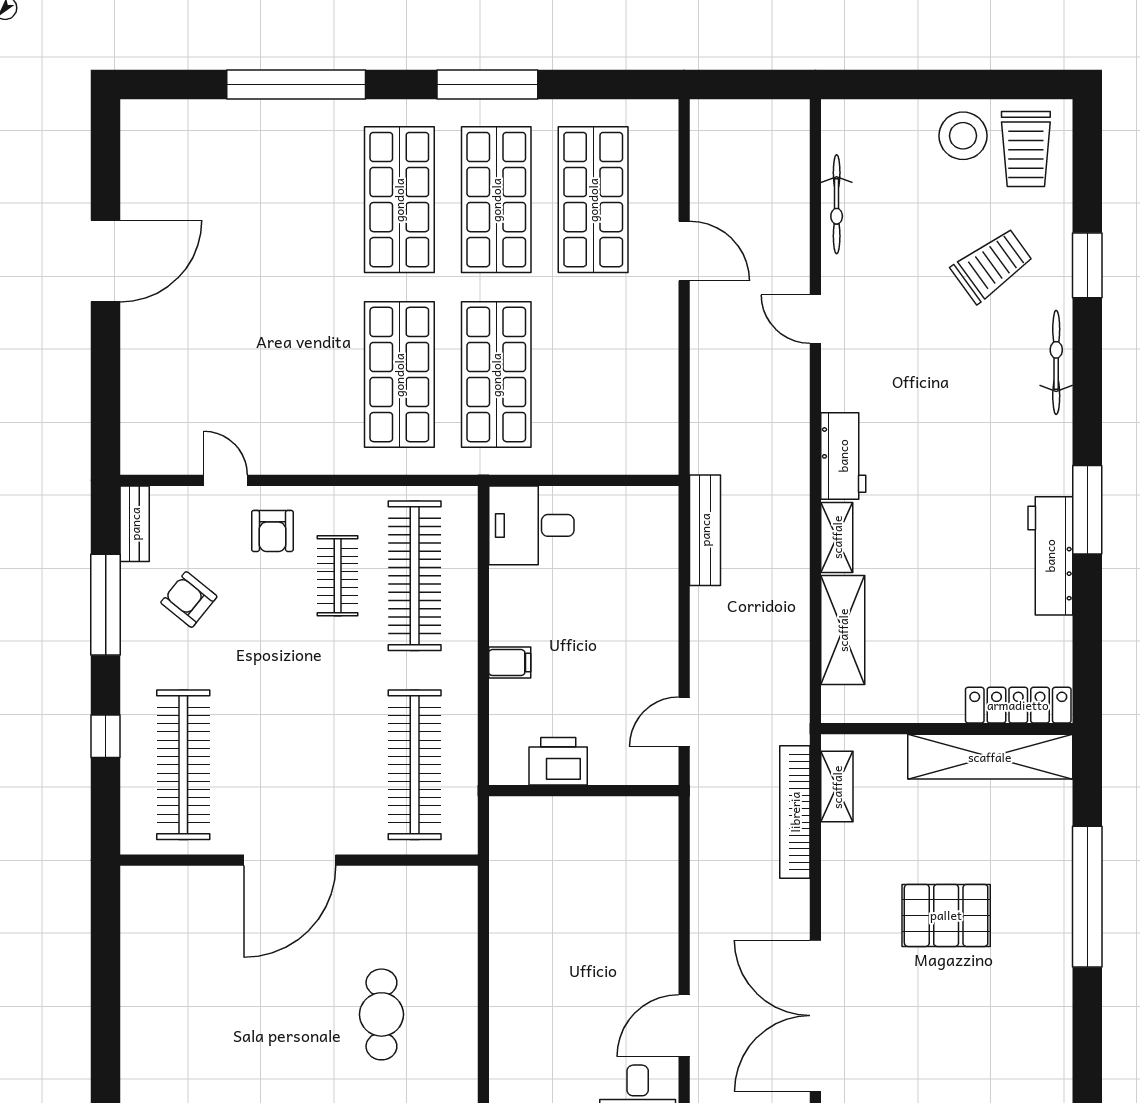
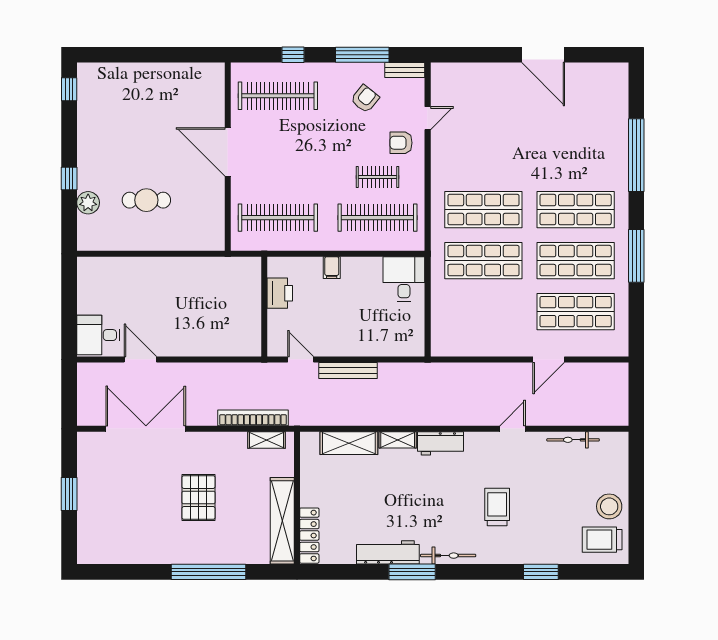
trolley: (992, 265) -> (497, 507), moved, turned -144
bicycle: (1056, 362) -> (448, 556), moved
bench: (705, 530) -> (348, 371), moved

